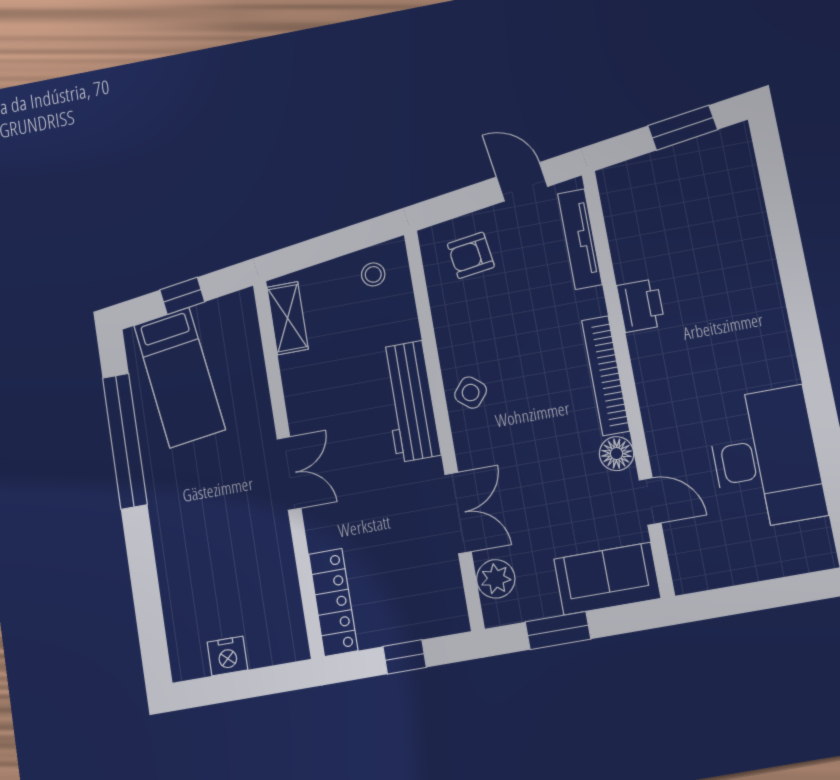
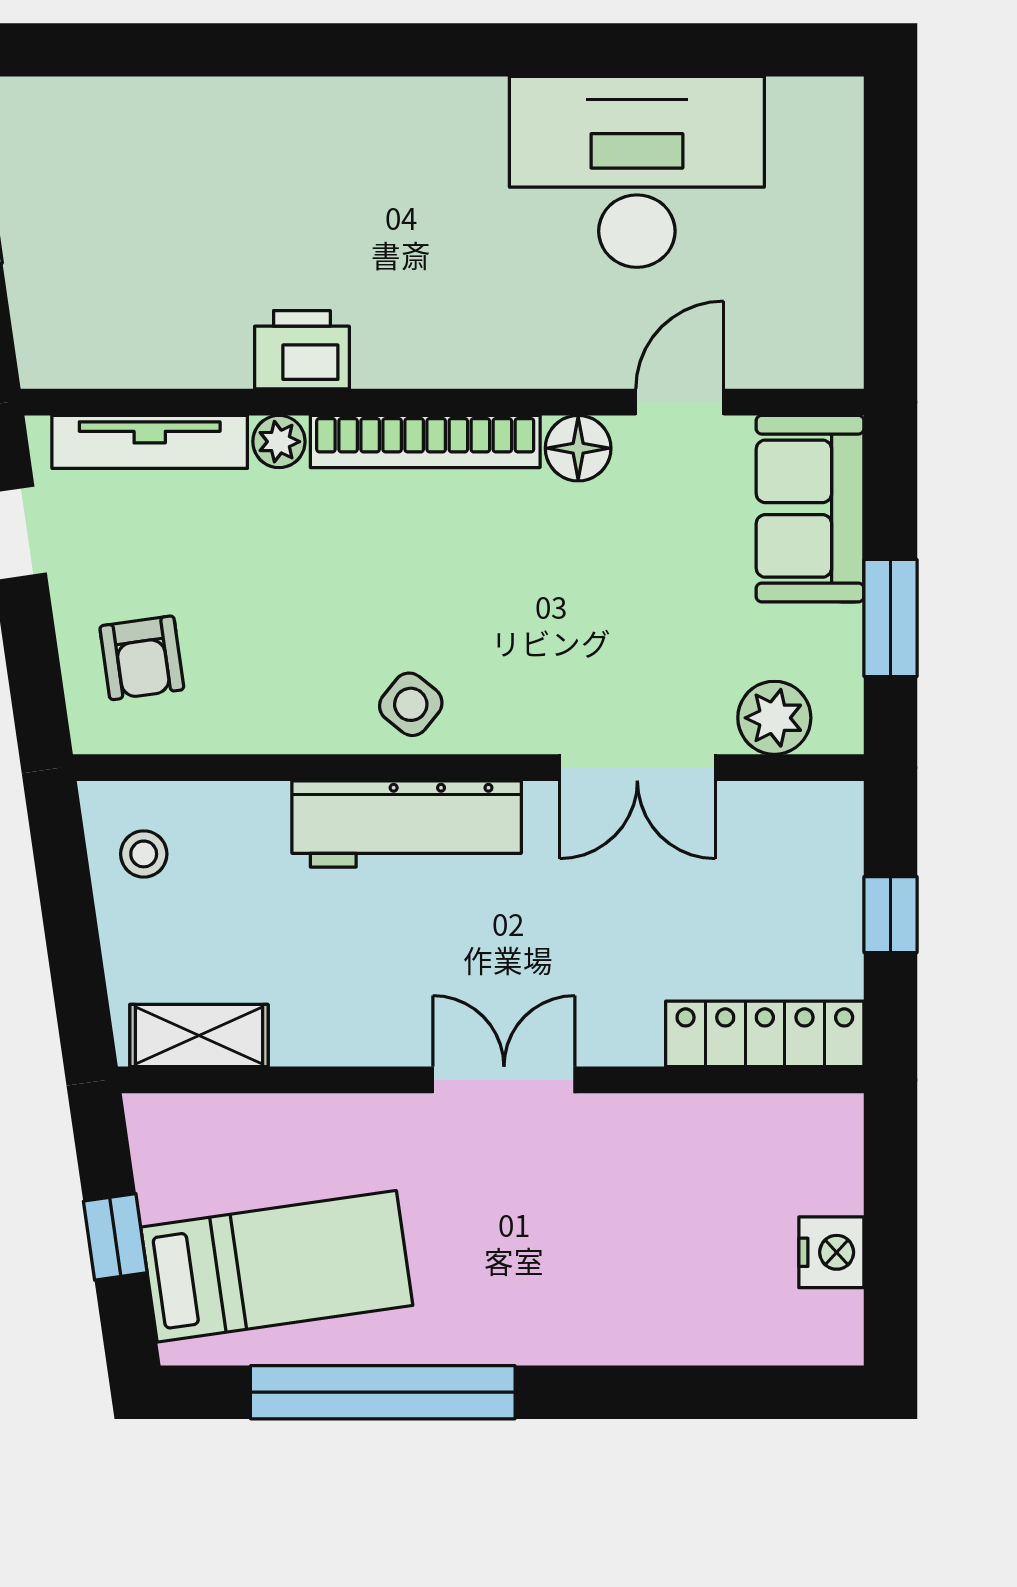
plant: (592, 303) -> (279, 442), added
double door: (458, 513) -> (637, 768), swing flipped

